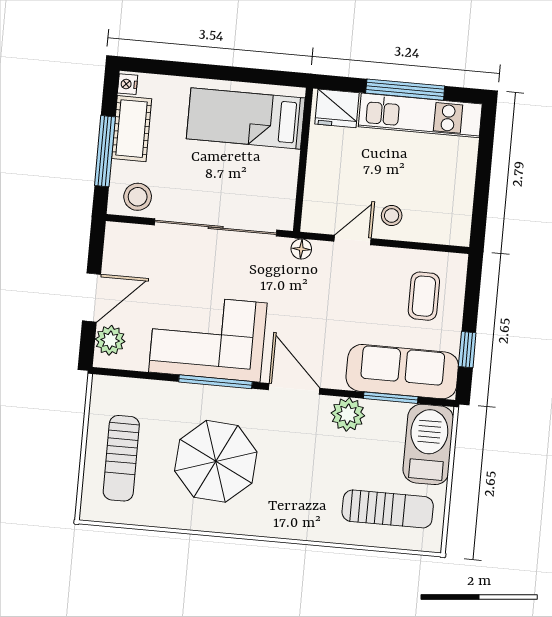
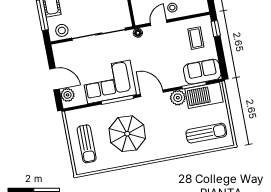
door: (92, 298) -> (54, 79), hinge flipped
window: (467, 350) -> (216, 29), moved
sofa: (402, 372) -> (202, 72), width x0.73
barbecue: (428, 444) -> (204, 95), moved, turned -90

